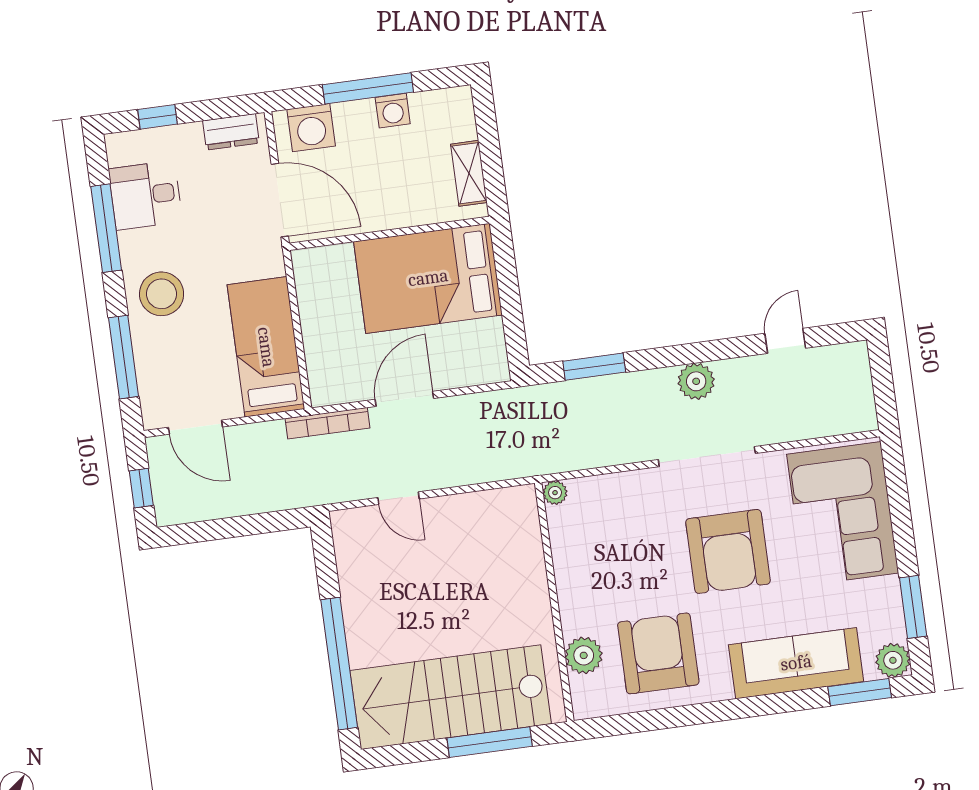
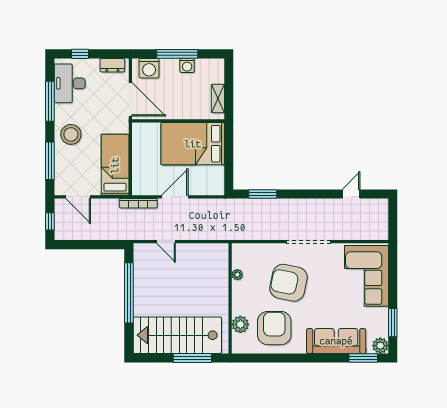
desk: (145, 195) -> (70, 83), width x1.37
plant: (696, 381) -> (308, 207), removed
plant: (555, 493) -> (237, 275), moved
armchair: (728, 551) -> (288, 283), moved, turned 102
window: (339, 664) -> (129, 293), moved

